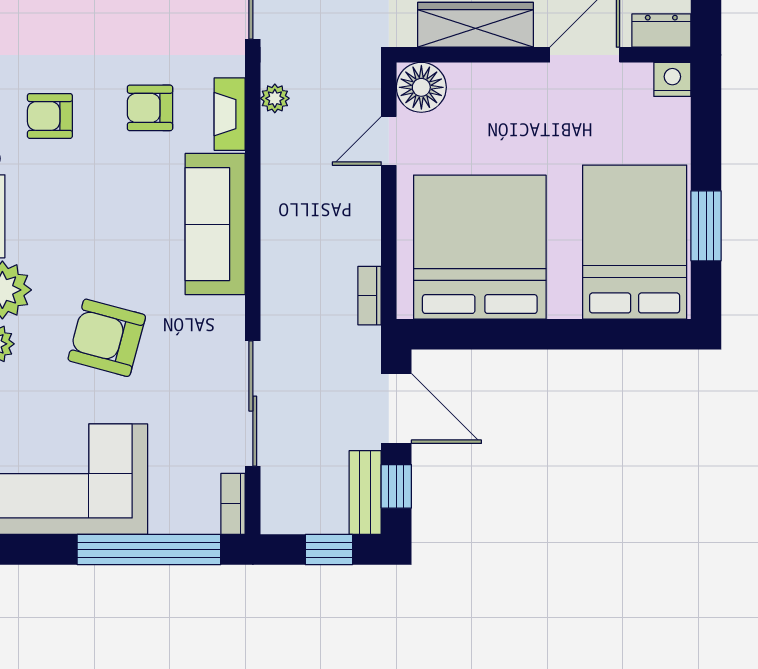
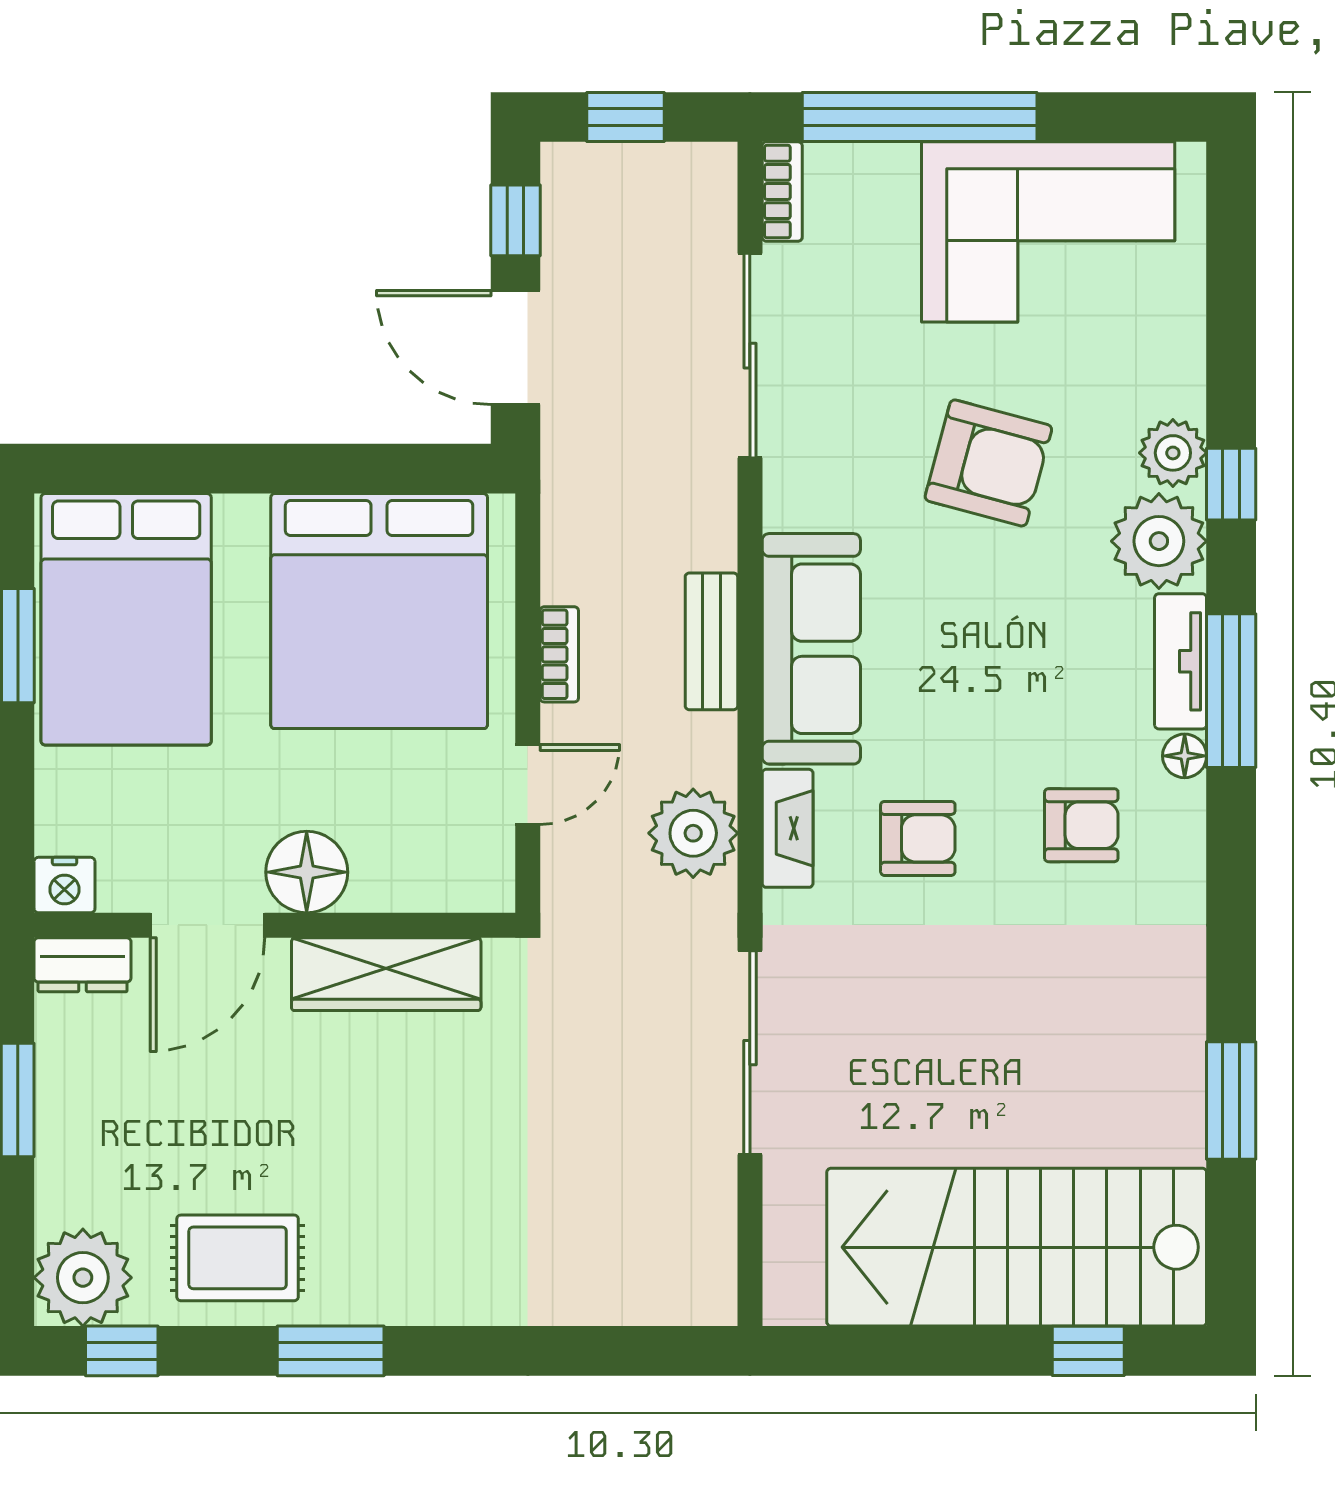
floor lamp: (421, 87) -> (307, 872), moved
plant: (275, 98) -> (693, 833), width x1.87, depth x1.87
bookcase: (370, 296) -> (559, 654), moved
bench: (365, 493) -> (711, 641), moved

